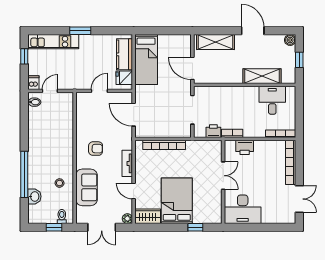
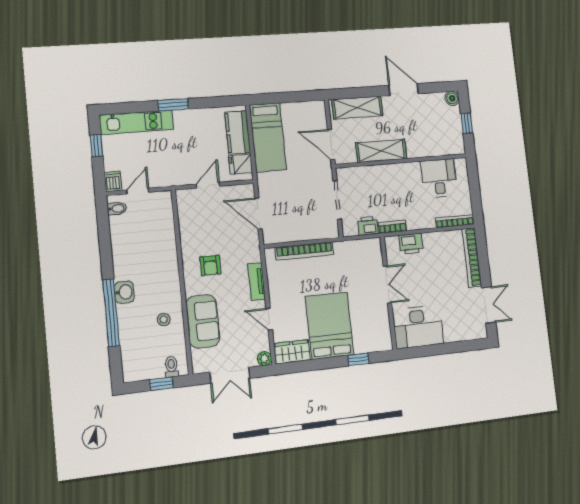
shelving: (262, 76) -> (381, 151), moved
armchair: (96, 149) -> (210, 265), turned 89
washbasin: (34, 196) -> (124, 292), moved

